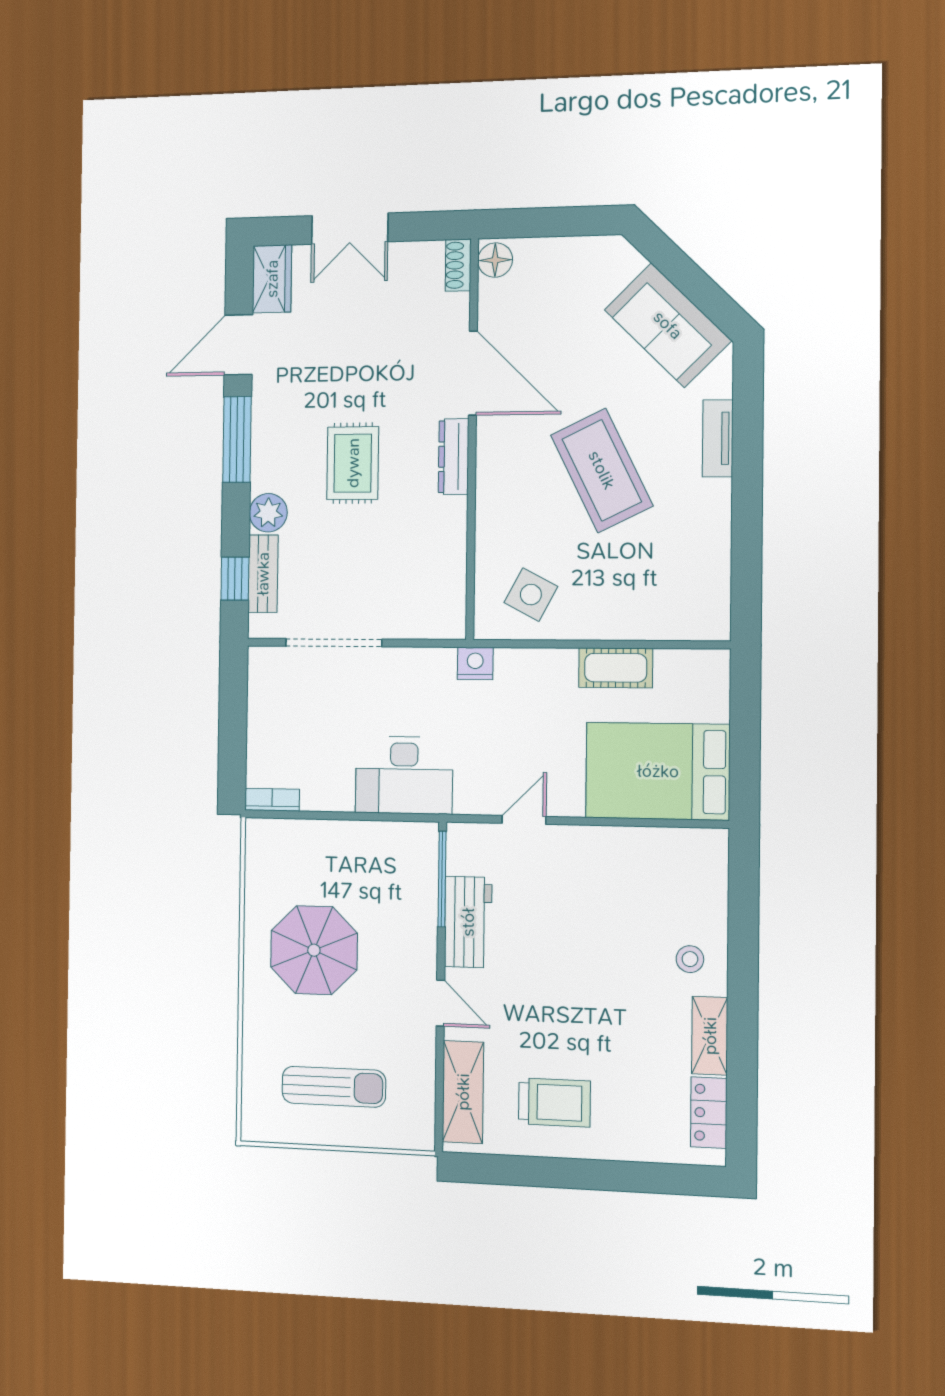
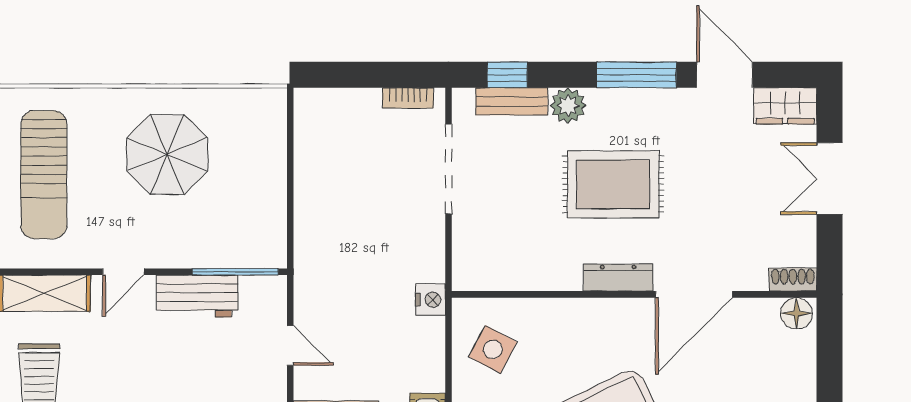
rug: (353, 463) -> (613, 184), width x1.36, depth x1.43
desk: (404, 775) -> (328, 236), removed
bookcase: (272, 800) -> (408, 98), moved, turned 90
sun lounger: (334, 1087) -> (44, 175), width x1.36, depth x1.34

